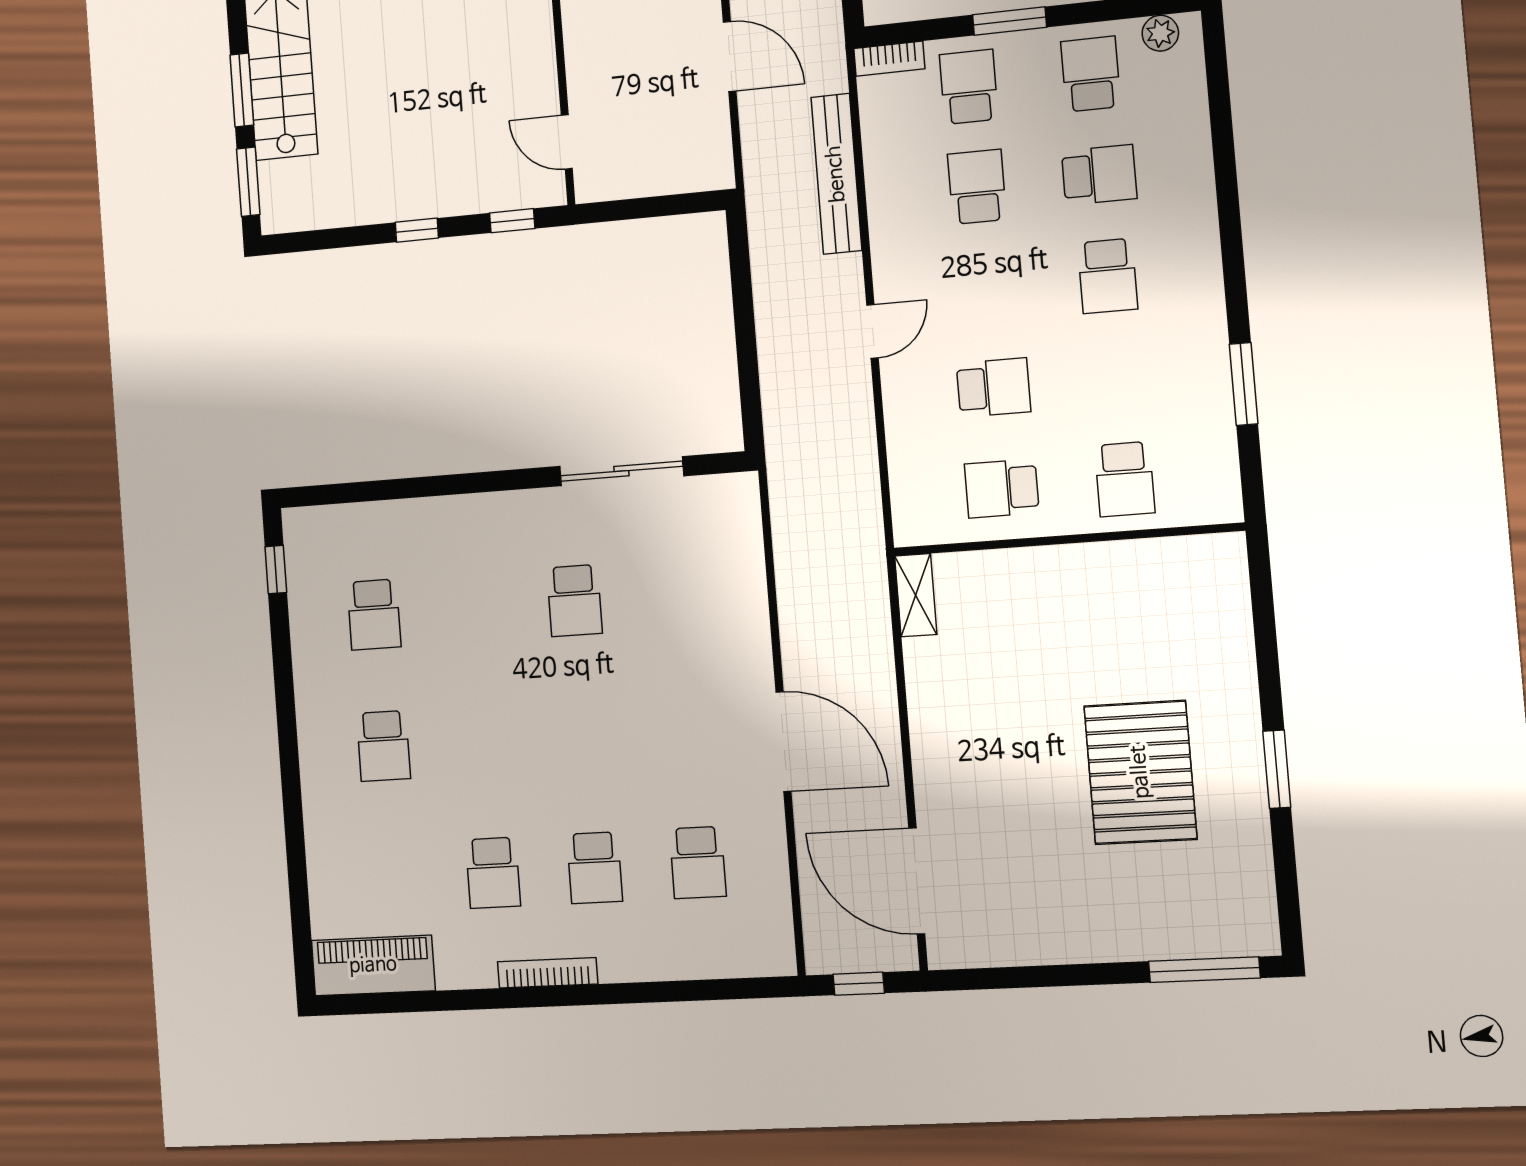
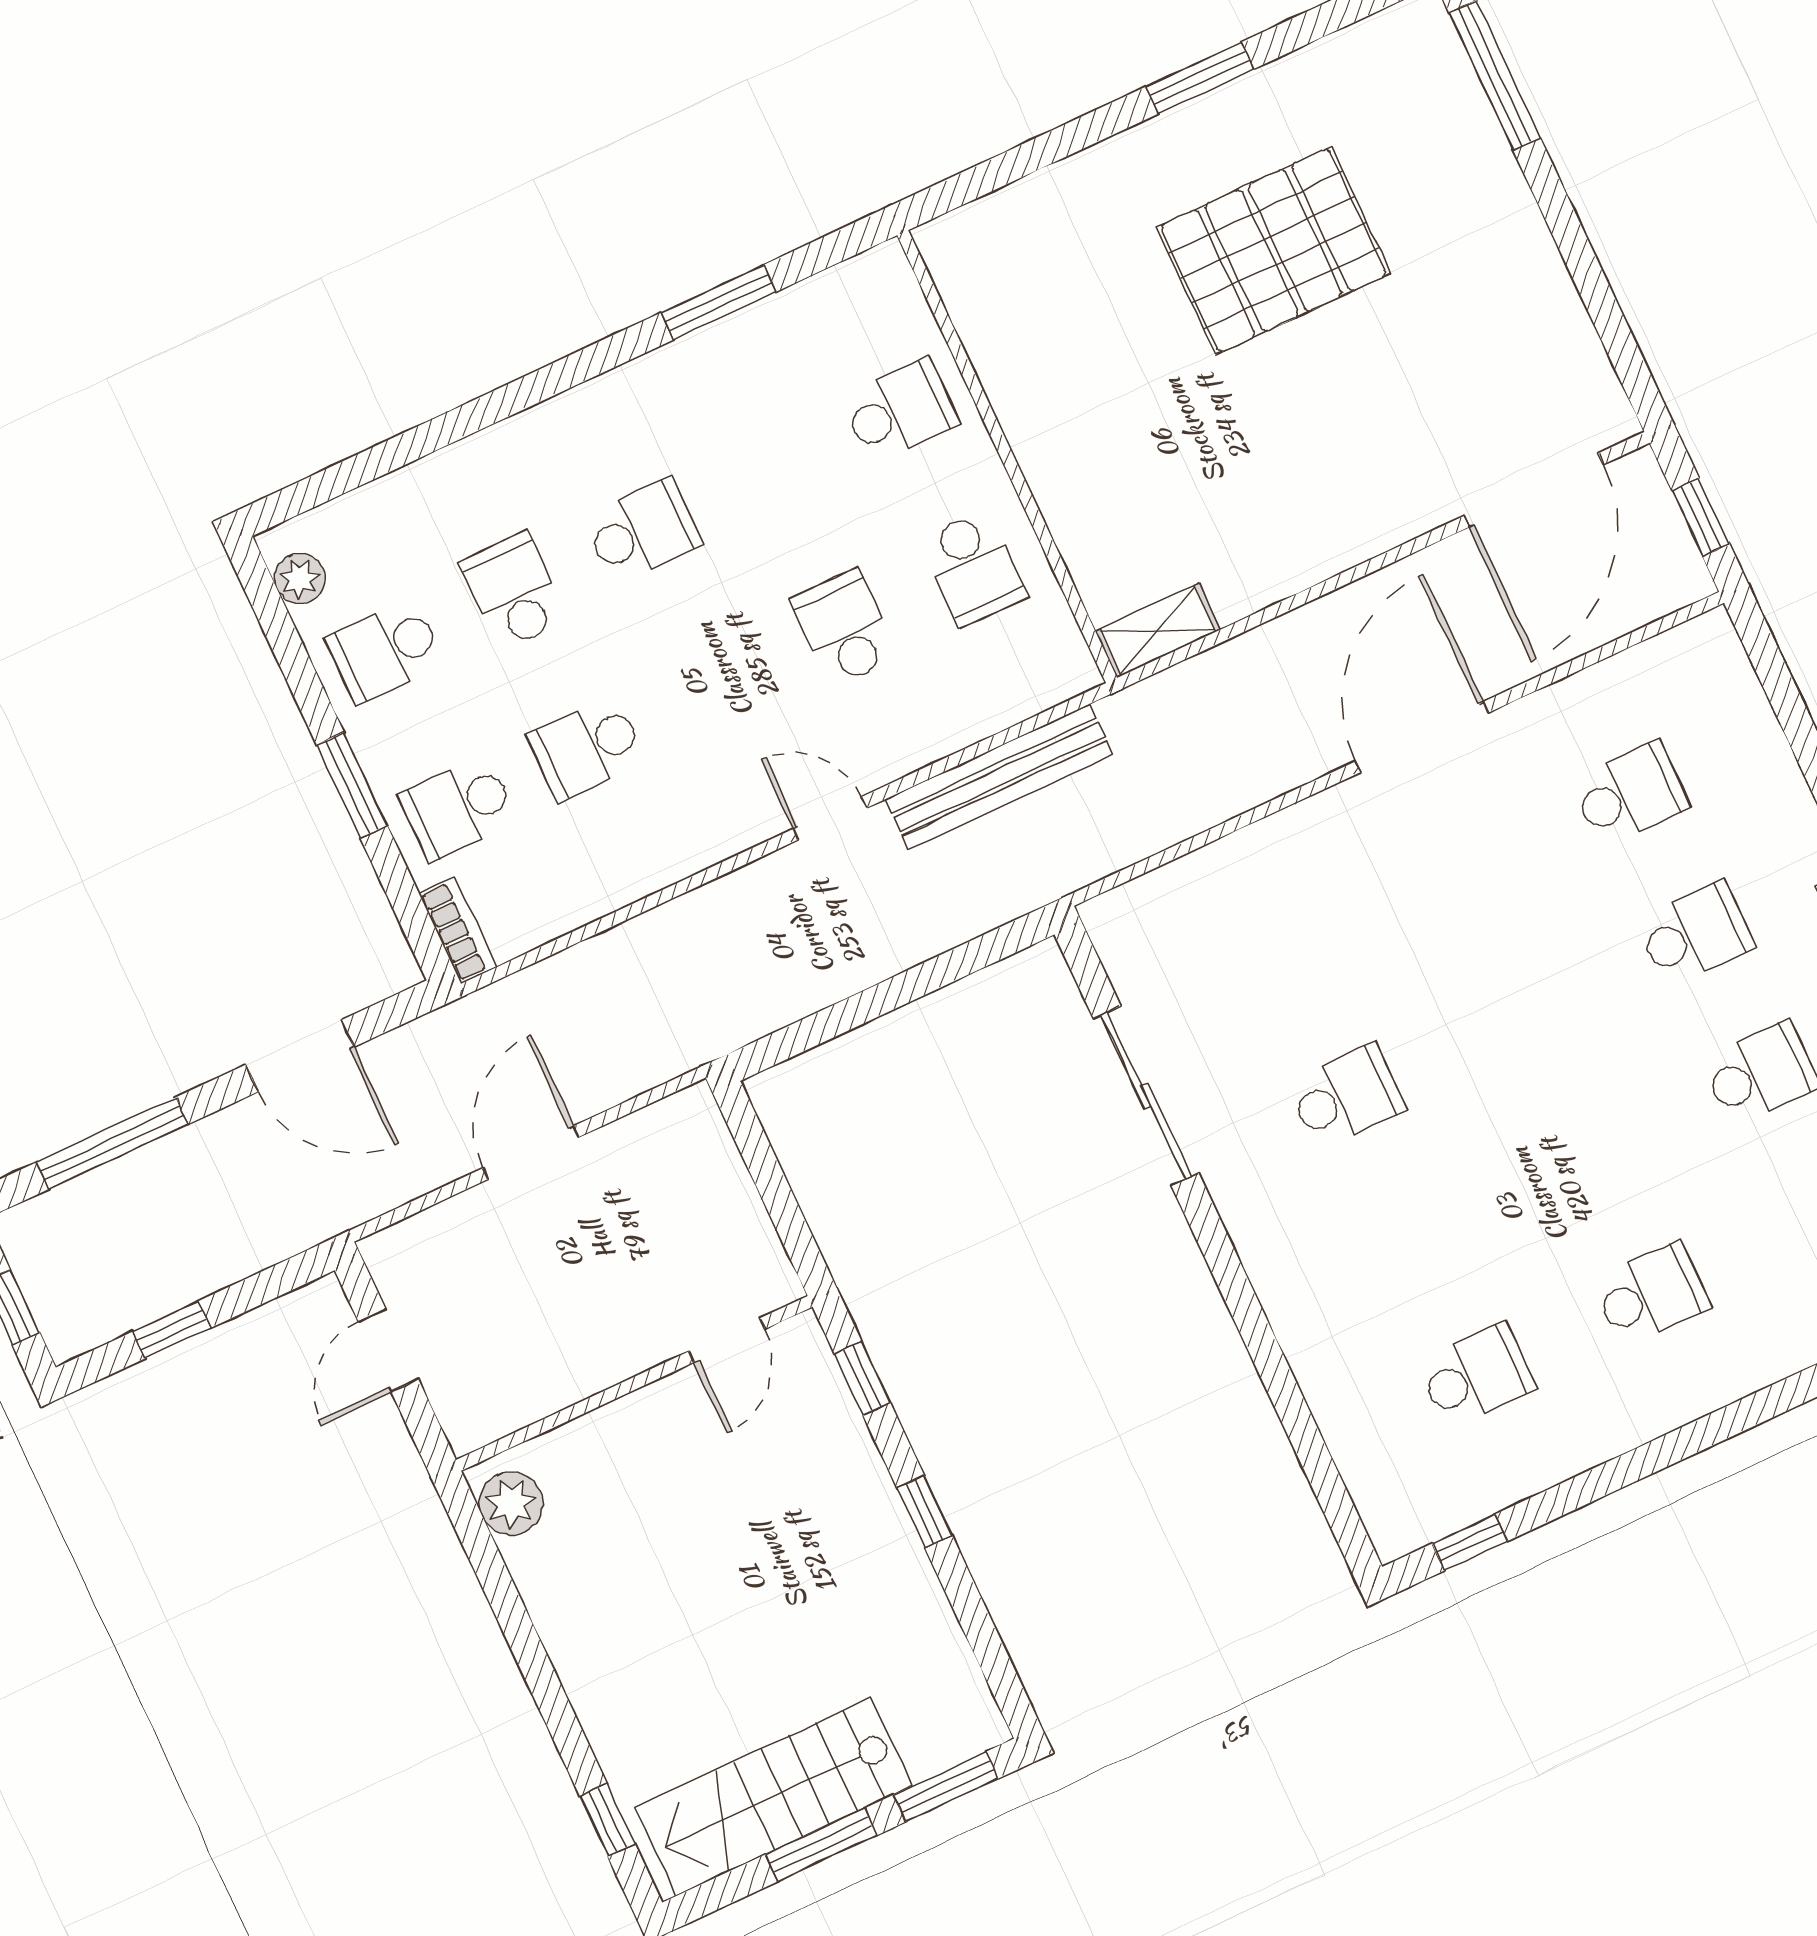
bench: (836, 174) -> (999, 777), moved

